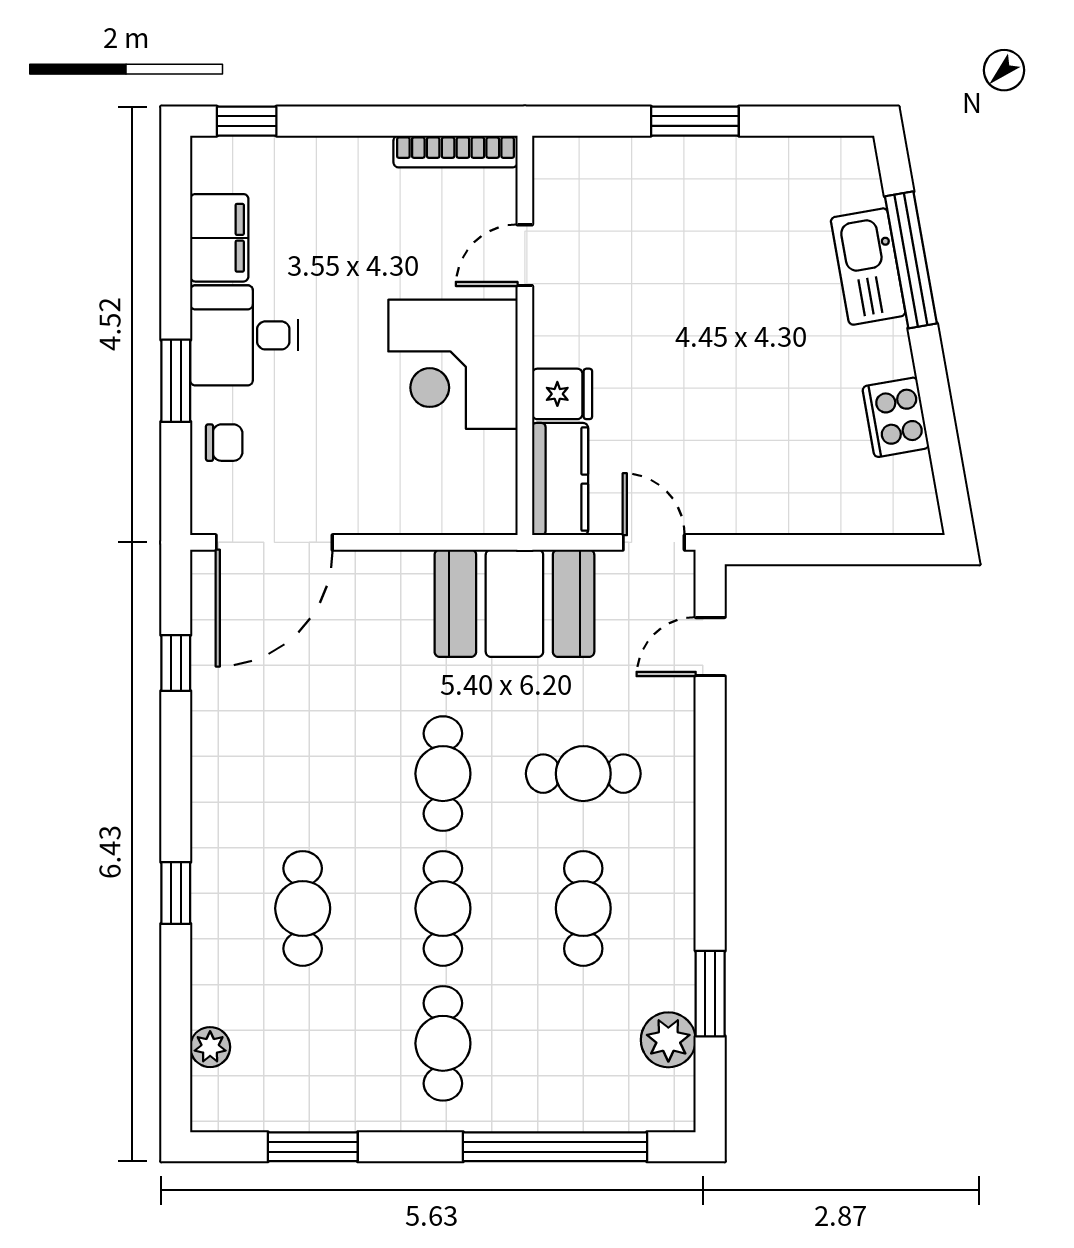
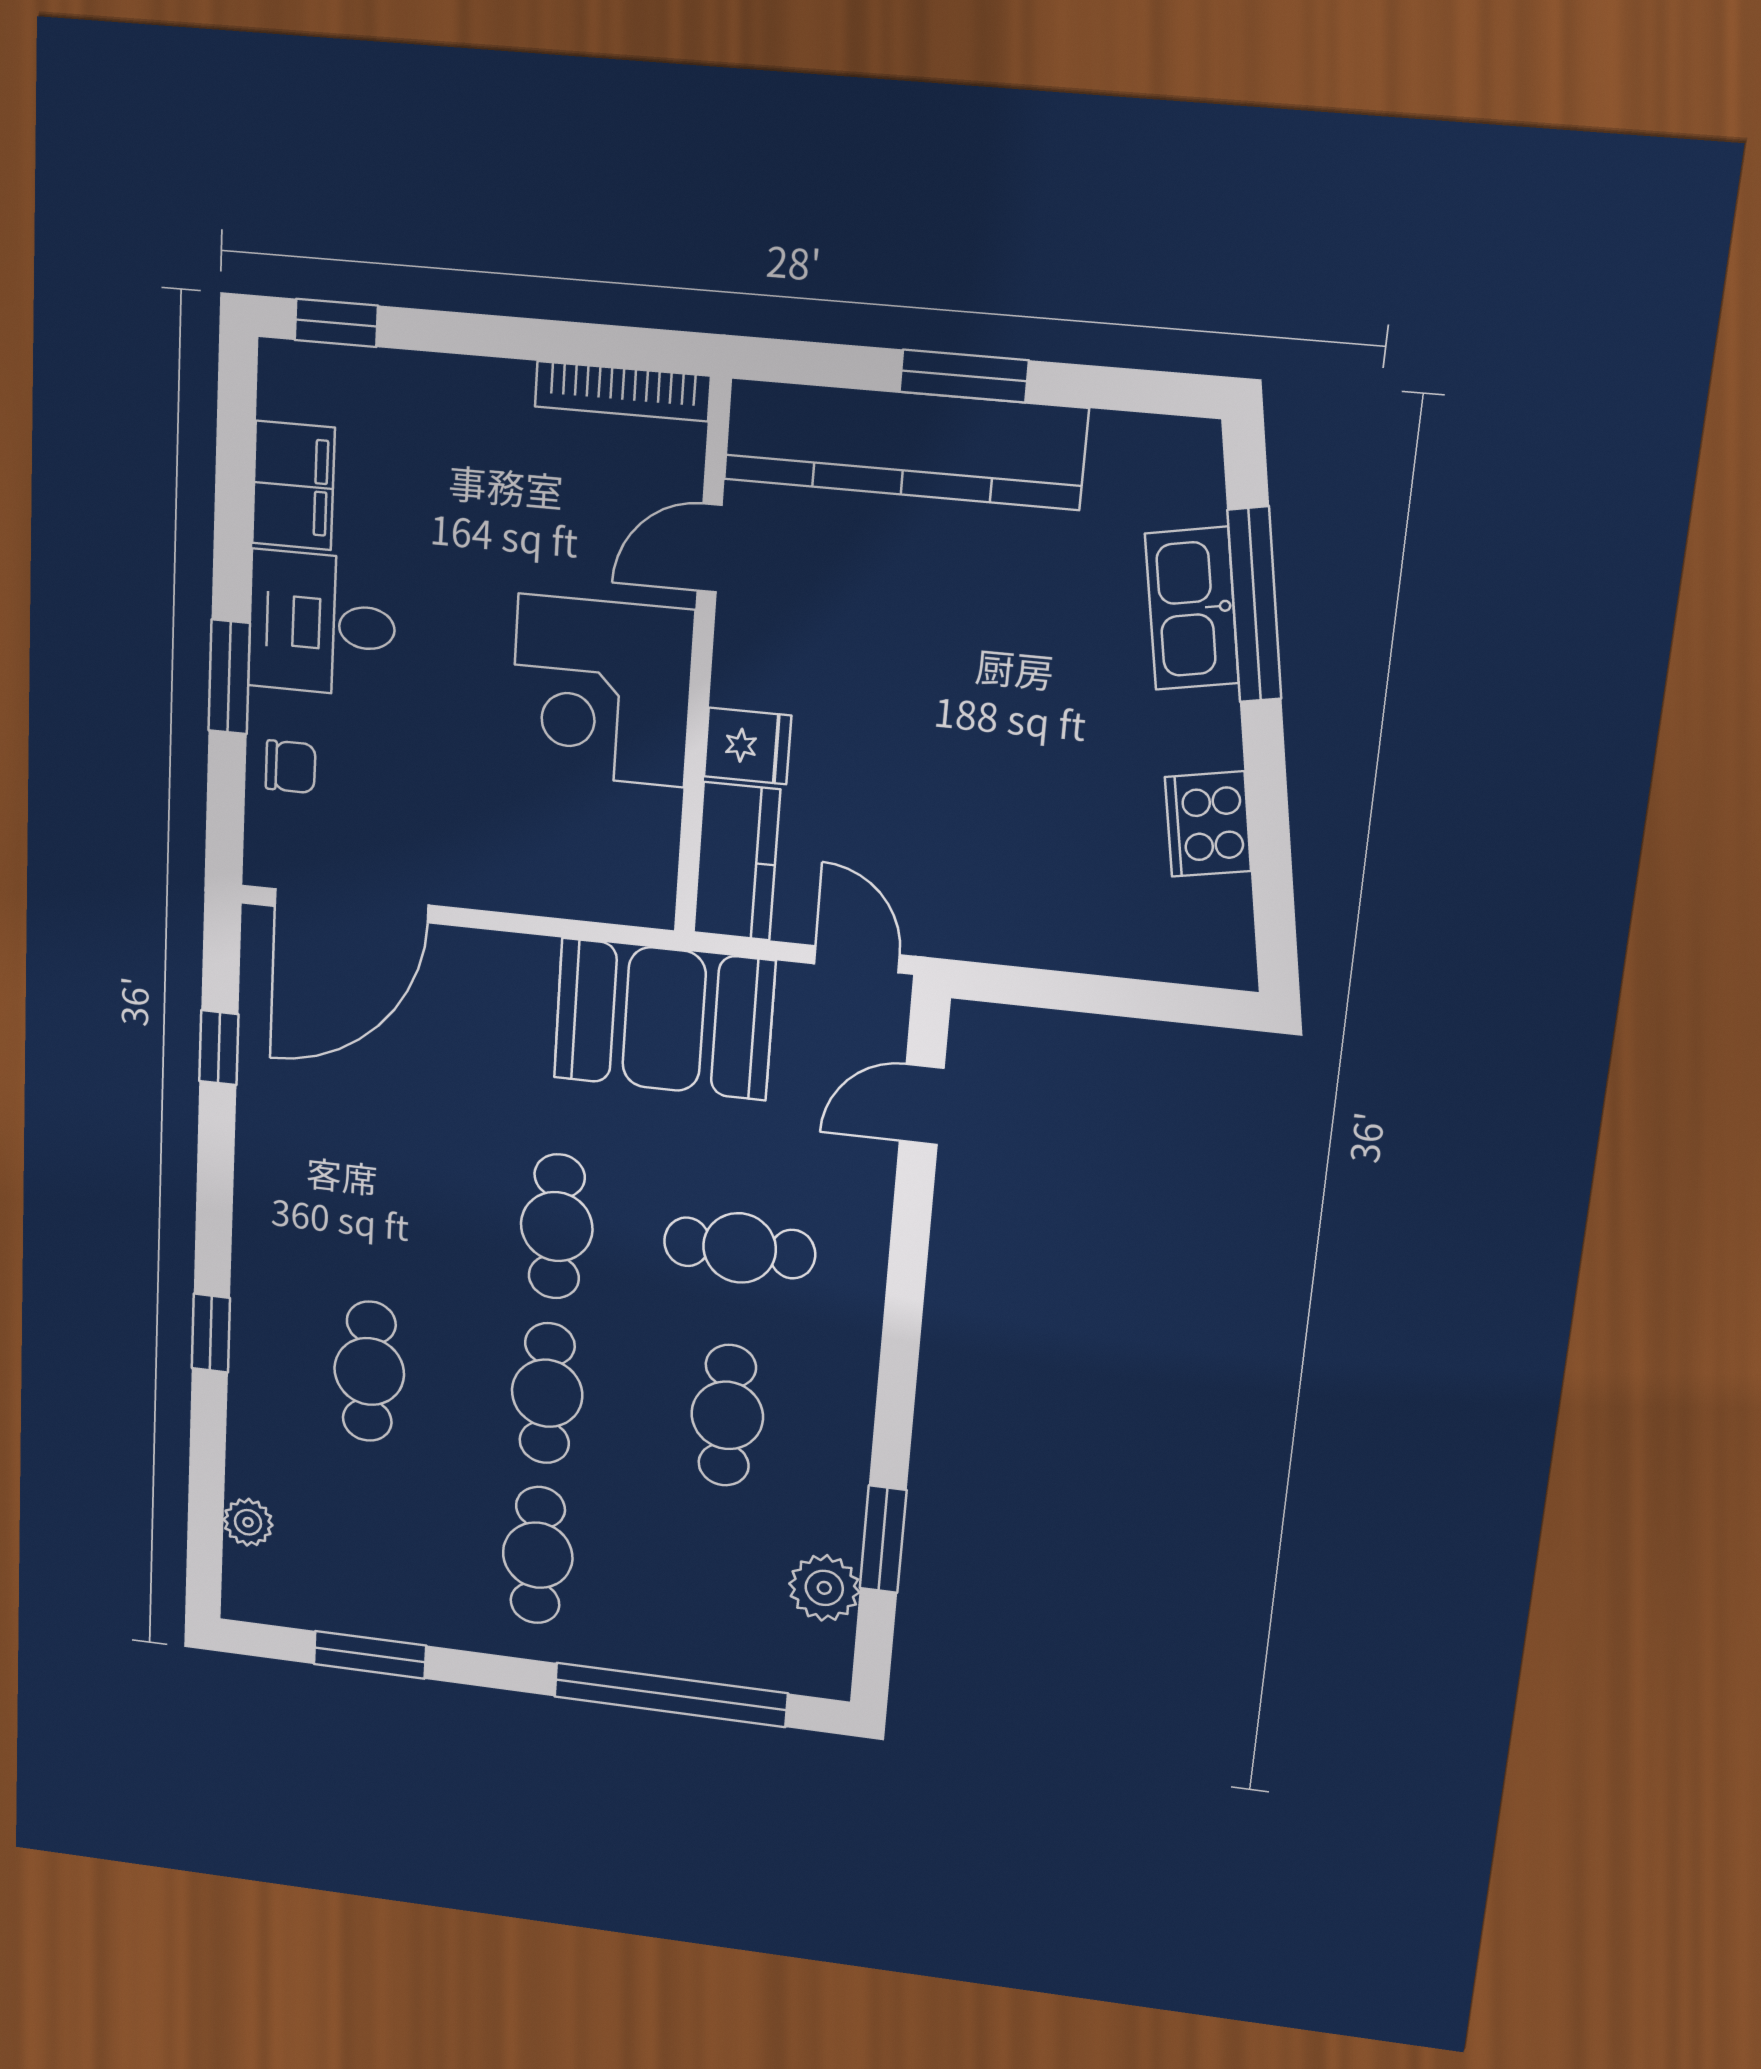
kitchen counter: (658, 171) -> (905, 444), added

